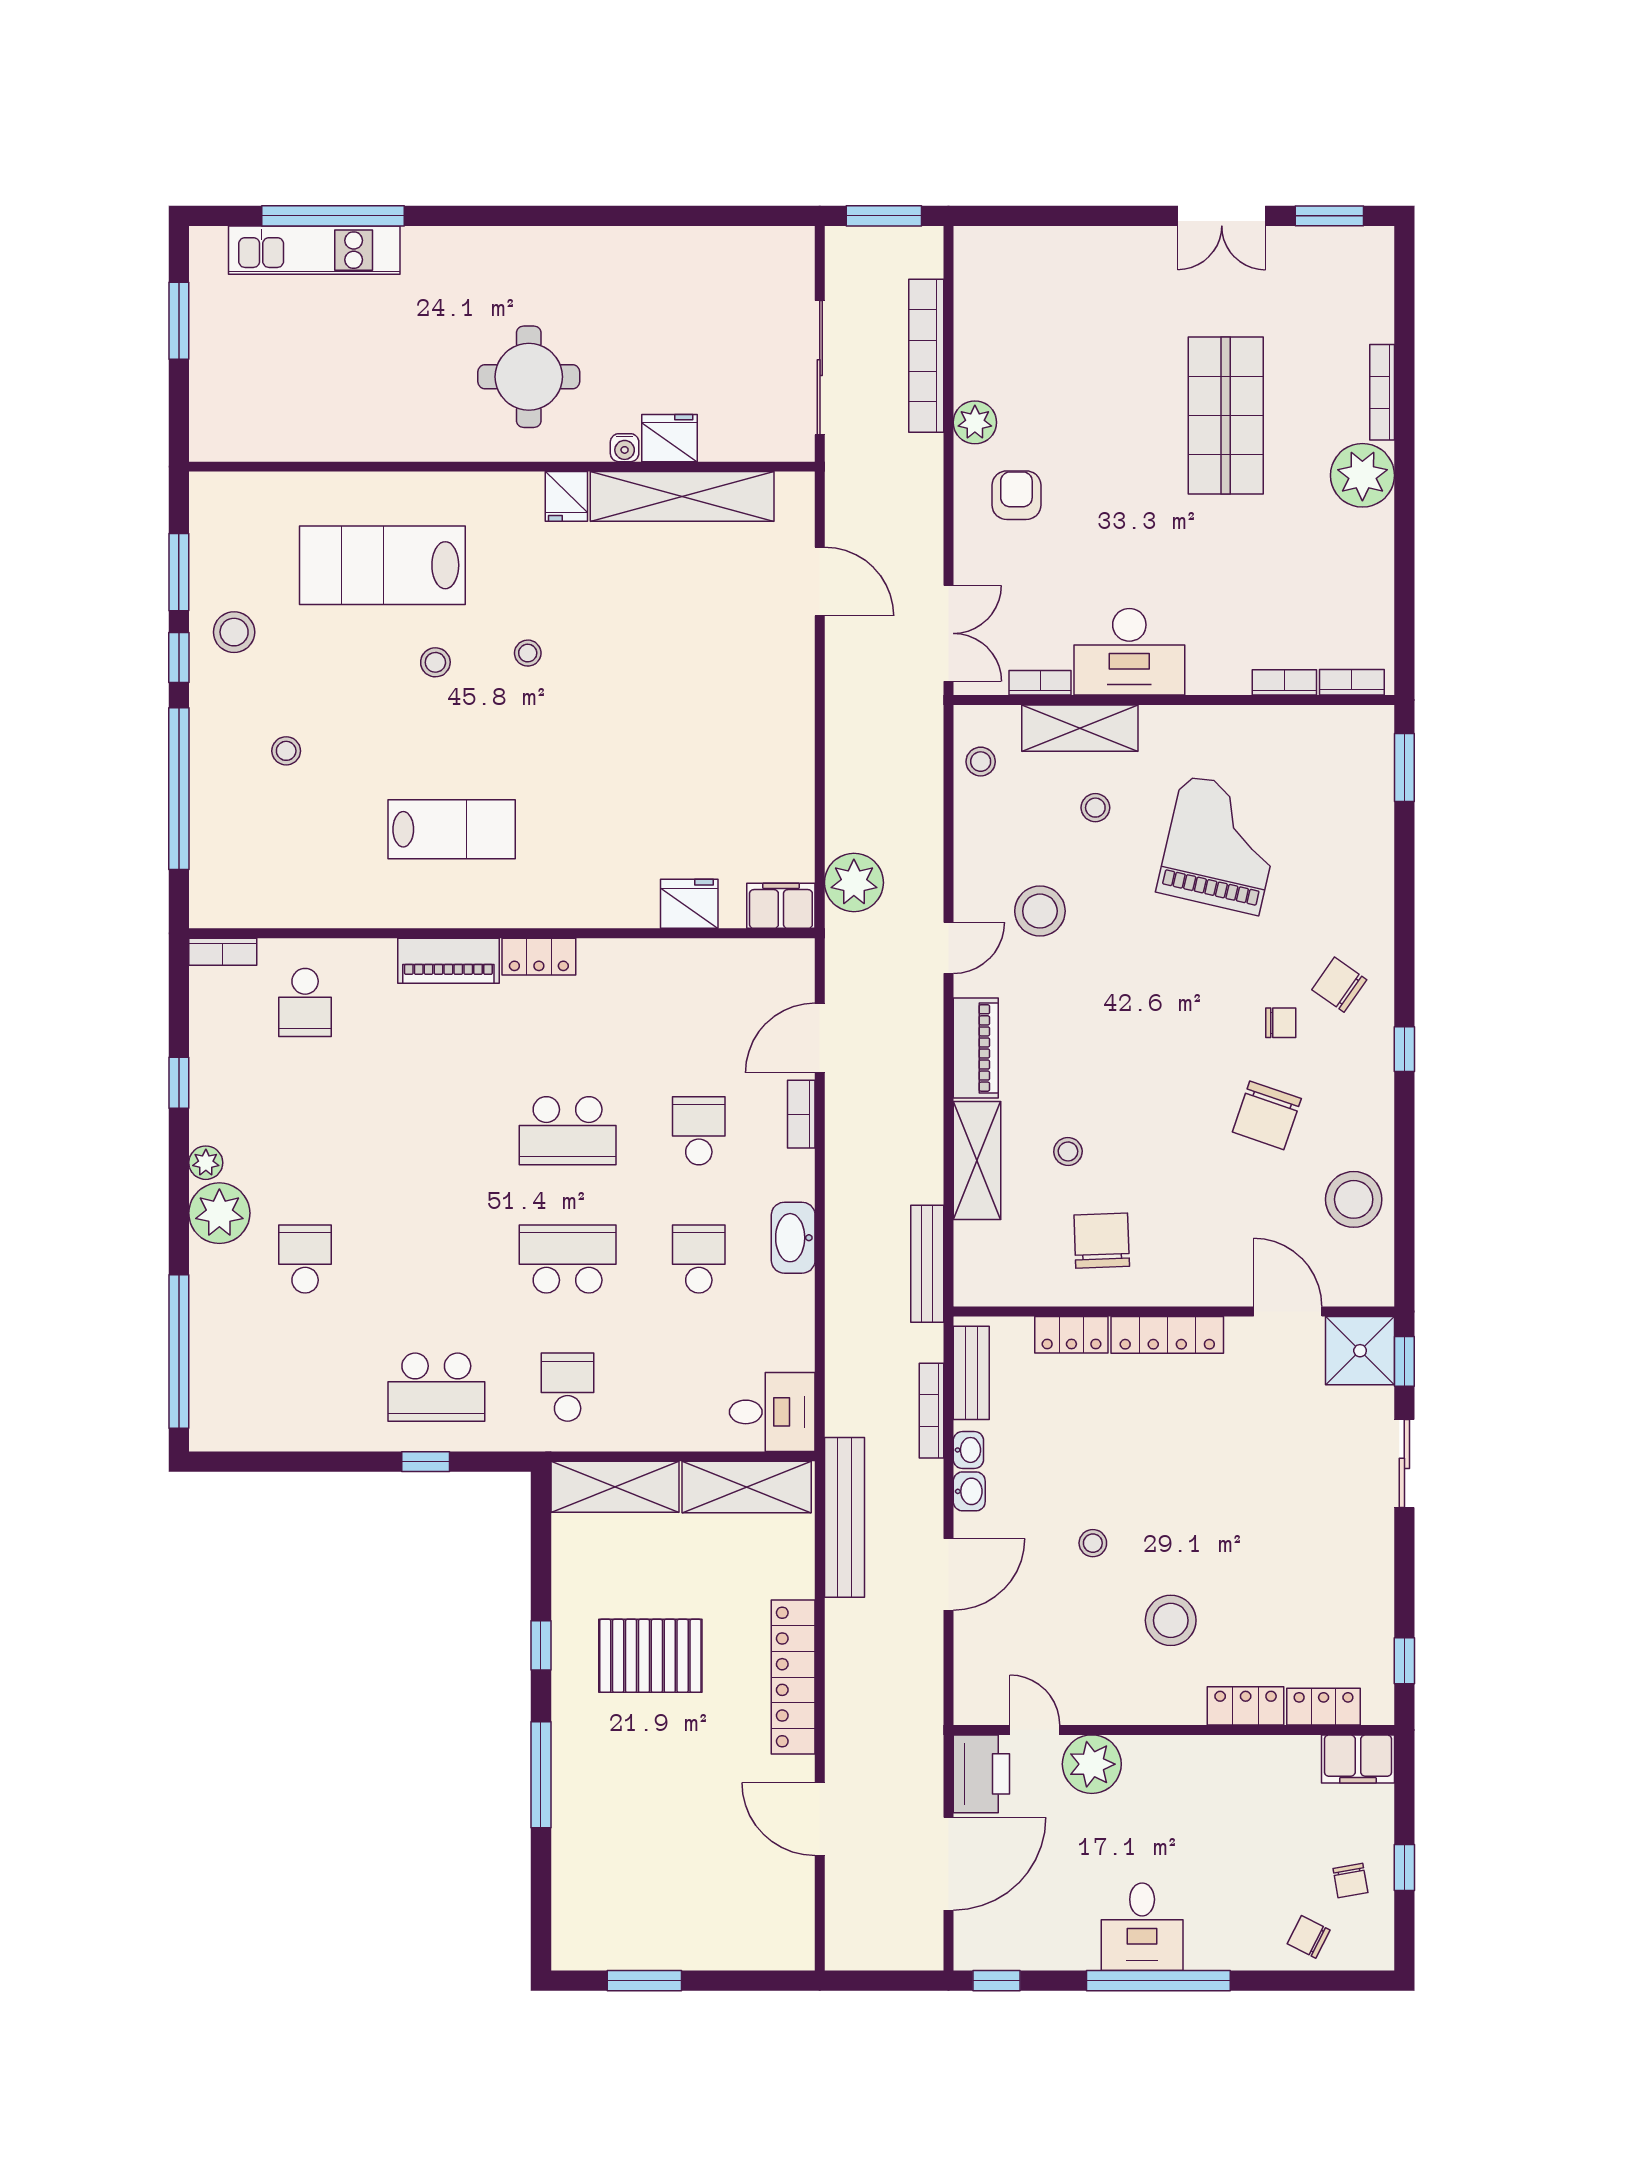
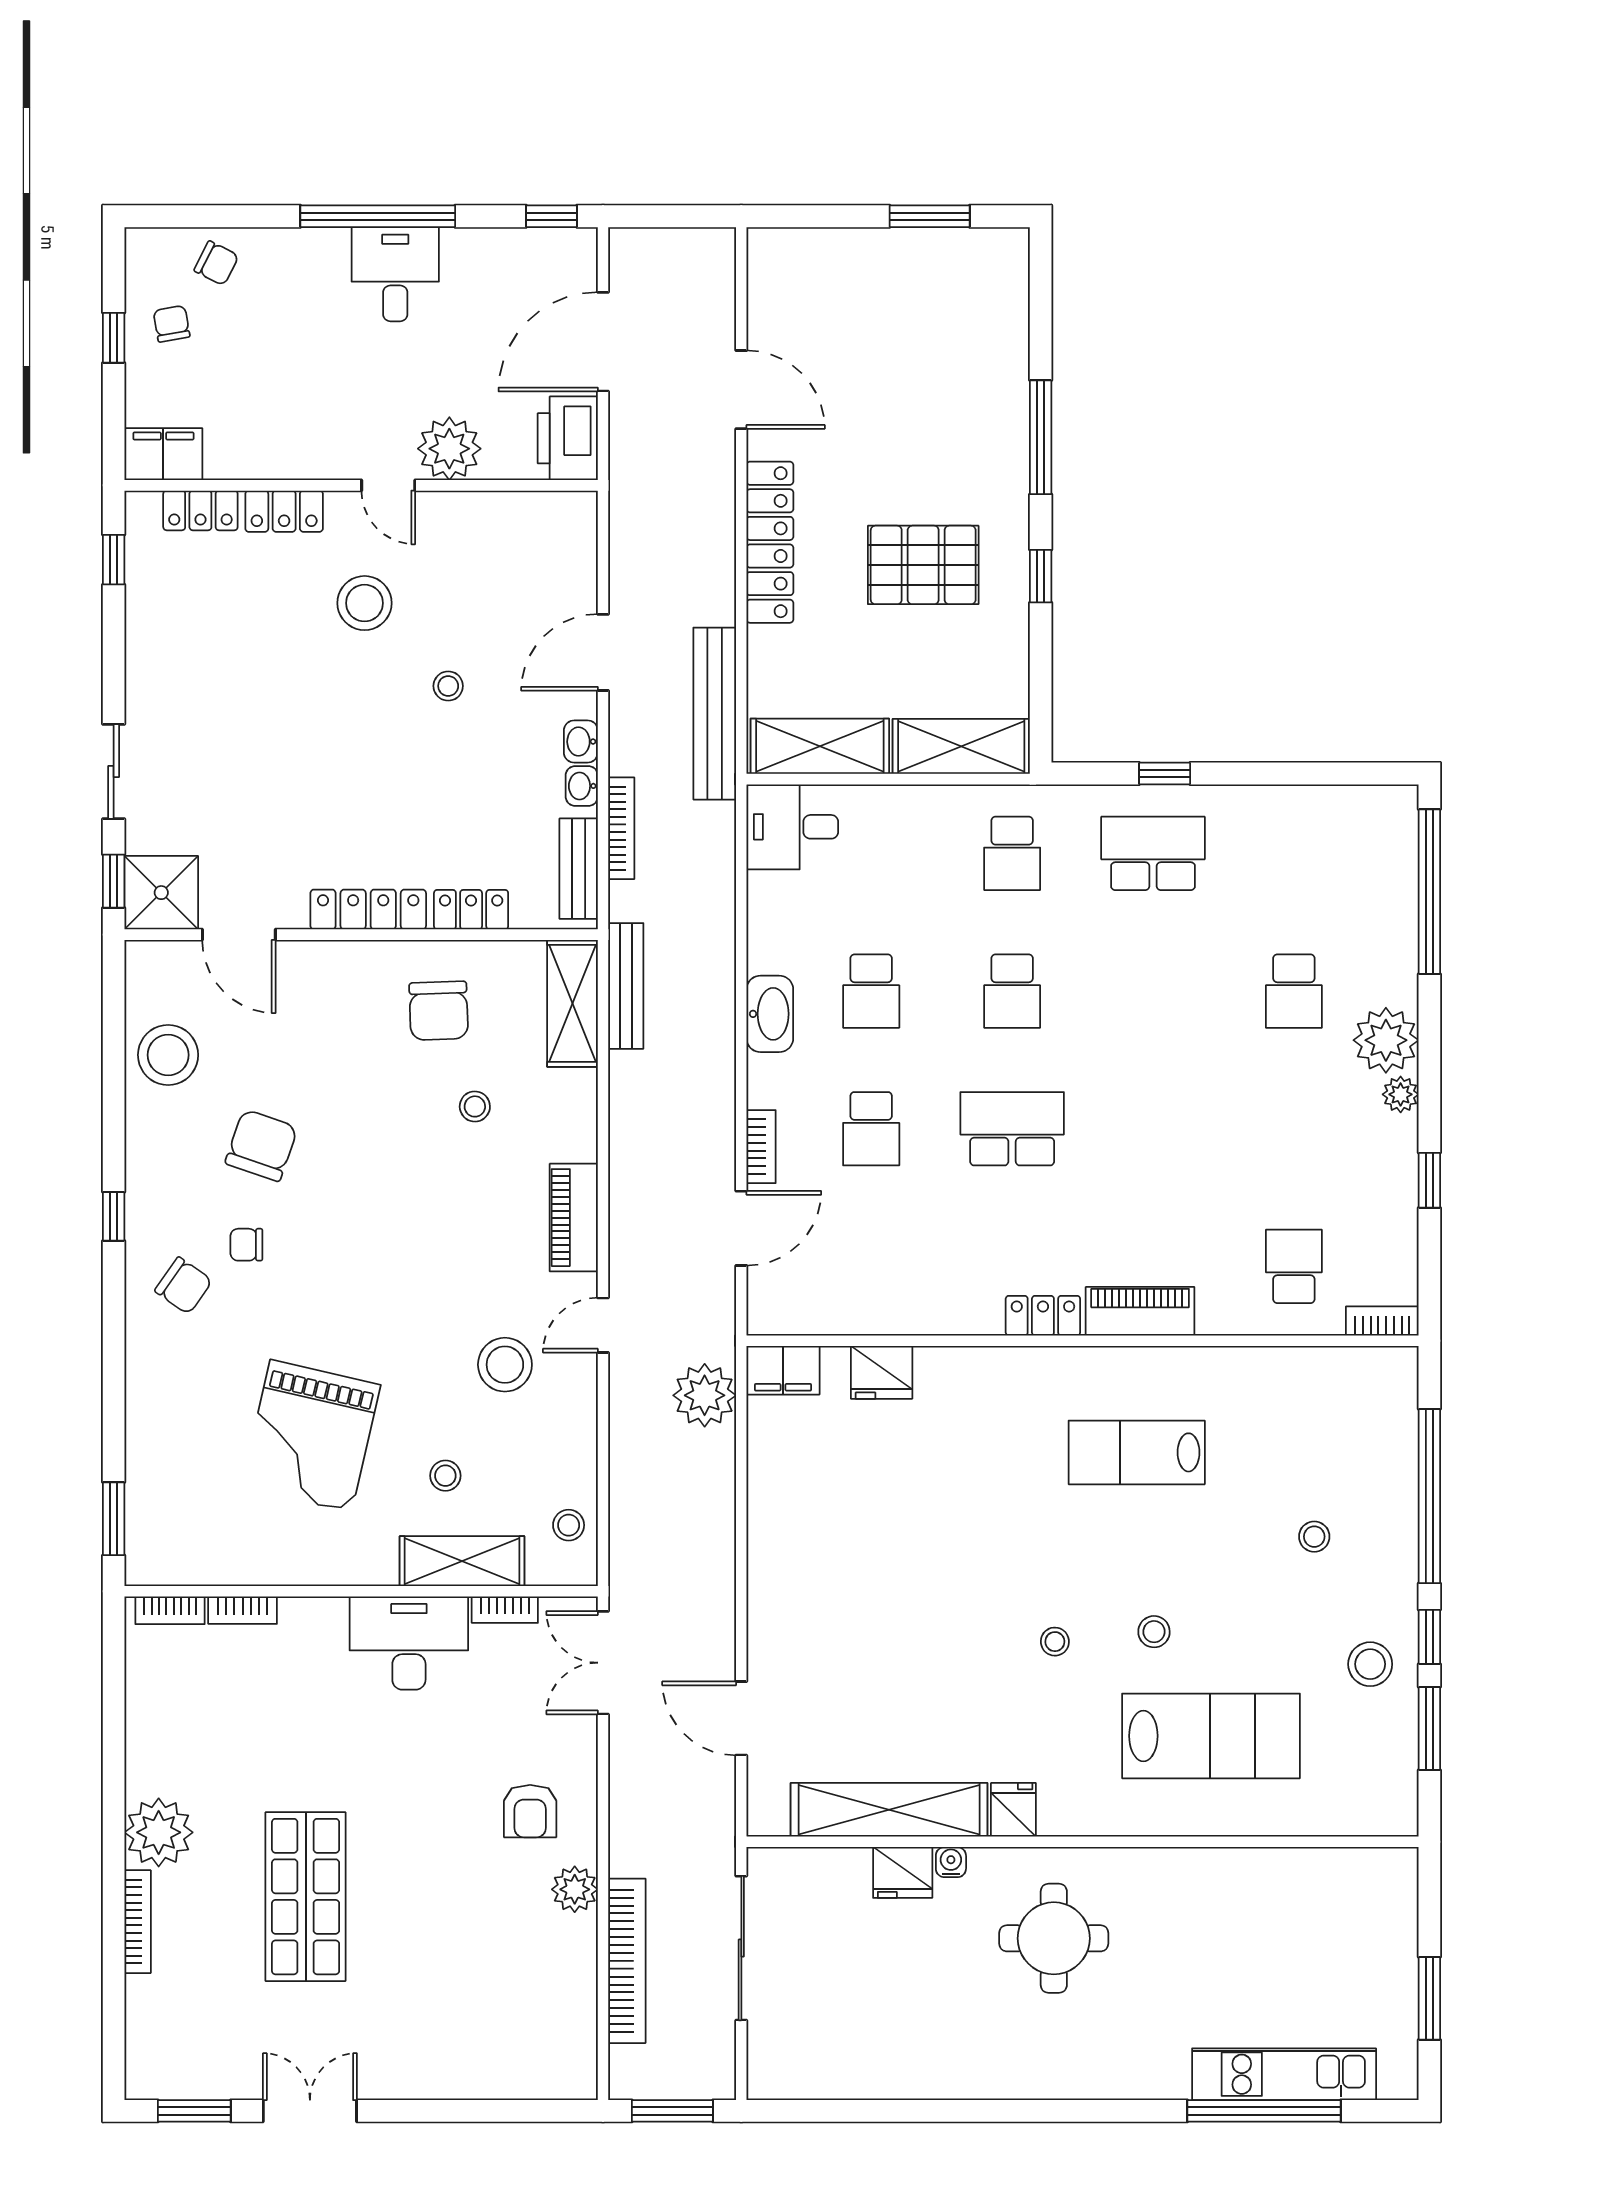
shelving: (977, 1161) -> (572, 1003), moved
school desk: (568, 1259) -> (1012, 991), width x0.54
door: (1035, 1730) -> (388, 485), moved

